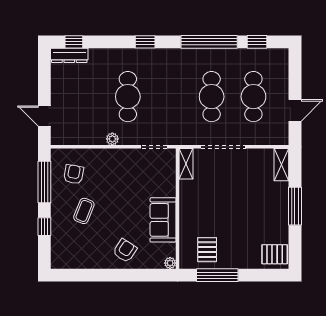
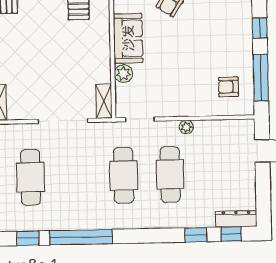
window: (145, 42) -> (196, 235), moved
cafe table: (212, 97) -> (124, 175), moved
armchair: (74, 174) -> (229, 87), turned 80
plant: (168, 188) -> (124, 74), added
coffee table: (84, 211) -> (216, 46), removed

